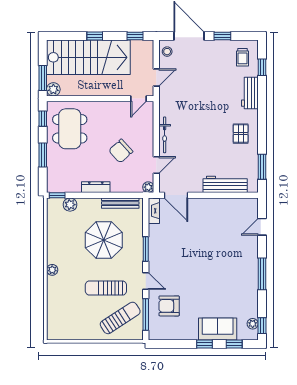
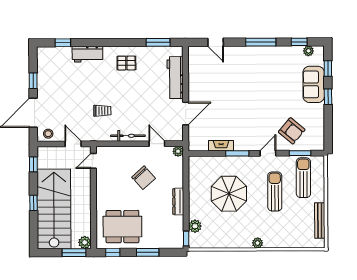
trolley: (243, 57) -> (102, 111), moved
door: (139, 99) -> (93, 161), swing flipped
door: (176, 195) -> (186, 114), moved
bench: (120, 203) -> (320, 221), moved
fireplace: (154, 211) -> (221, 146), moved
sun lounger: (106, 288) -> (275, 191), turned 180
armchair: (169, 306) -> (292, 131), turned -50
window: (146, 314) -> (300, 153), width x0.69
sun lounger: (120, 318) -> (303, 178), turned 33
window: (262, 326) -> (299, 42), moved

